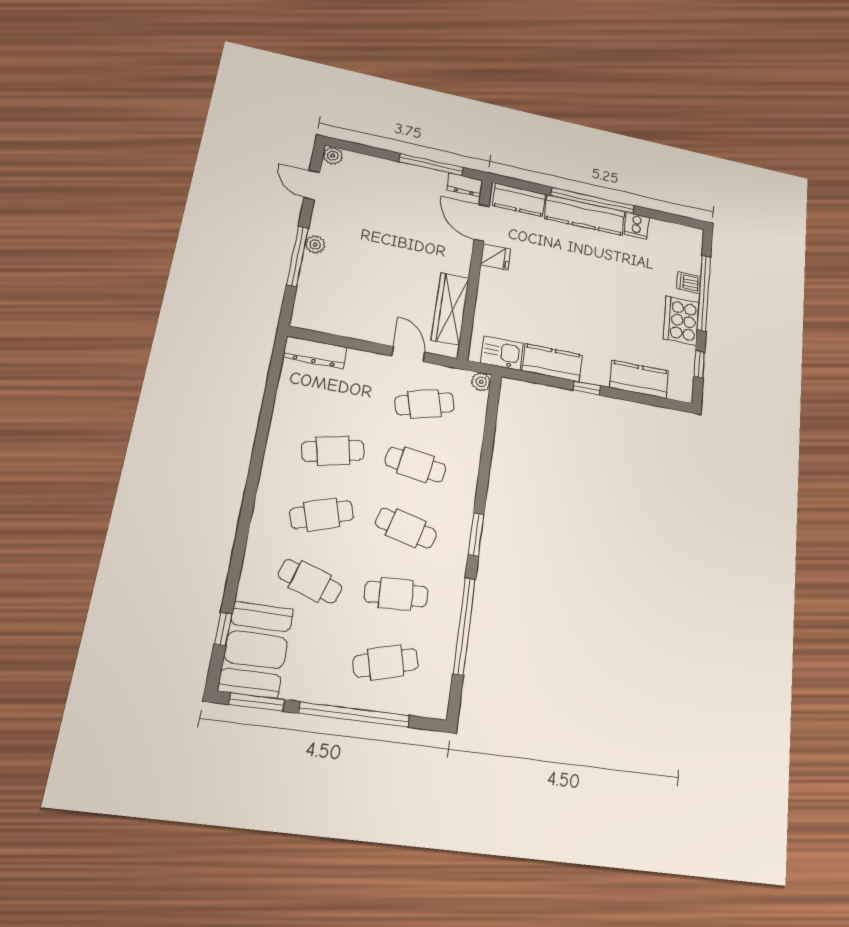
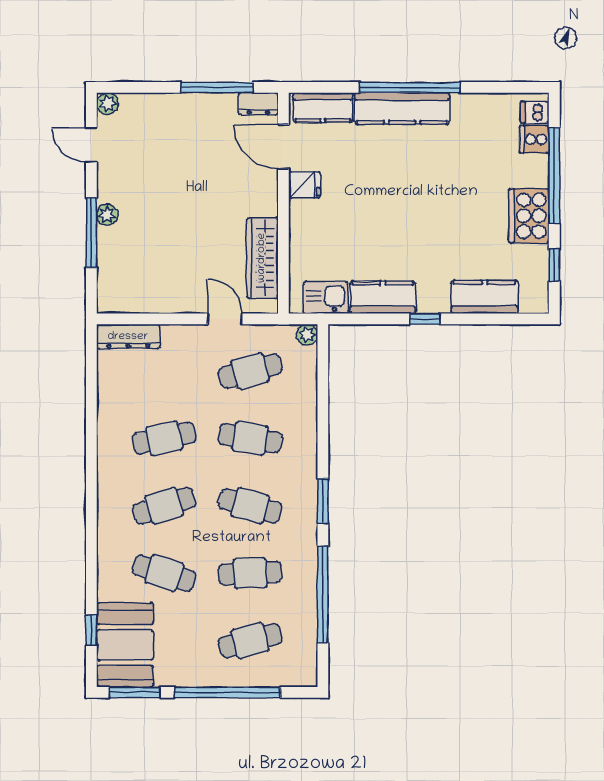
cooker: (636, 226) -> (534, 139), moved, turned 90
dishwasher: (689, 283) -> (535, 112), moved

